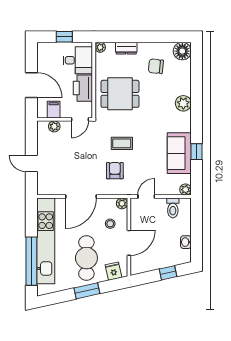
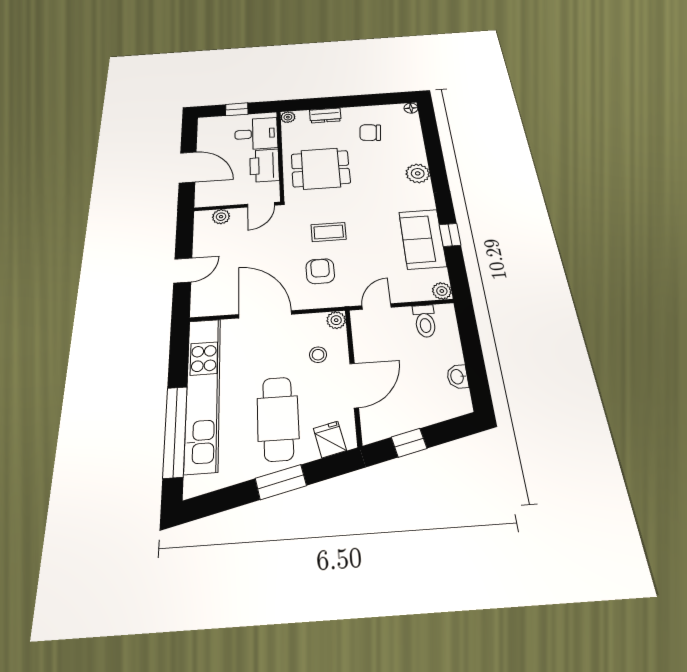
floor lamp: (182, 51) -> (411, 108), width x0.53, depth x0.53
filing cabinet: (54, 110) -> (220, 195), removed
door: (31, 164) -> (183, 270), swing flipped
door: (81, 197) -> (265, 314), swing flipped
window: (168, 273) -> (409, 443), moved

